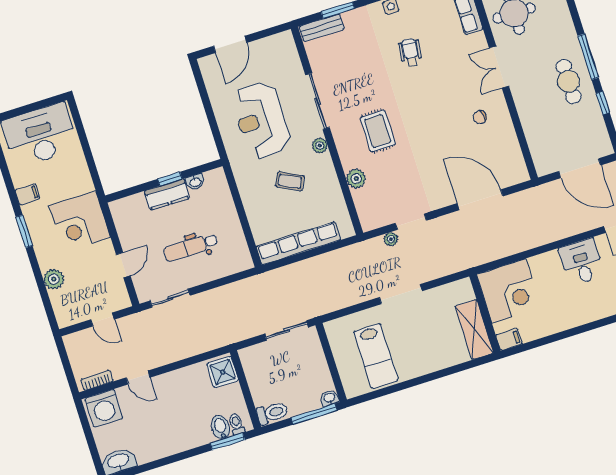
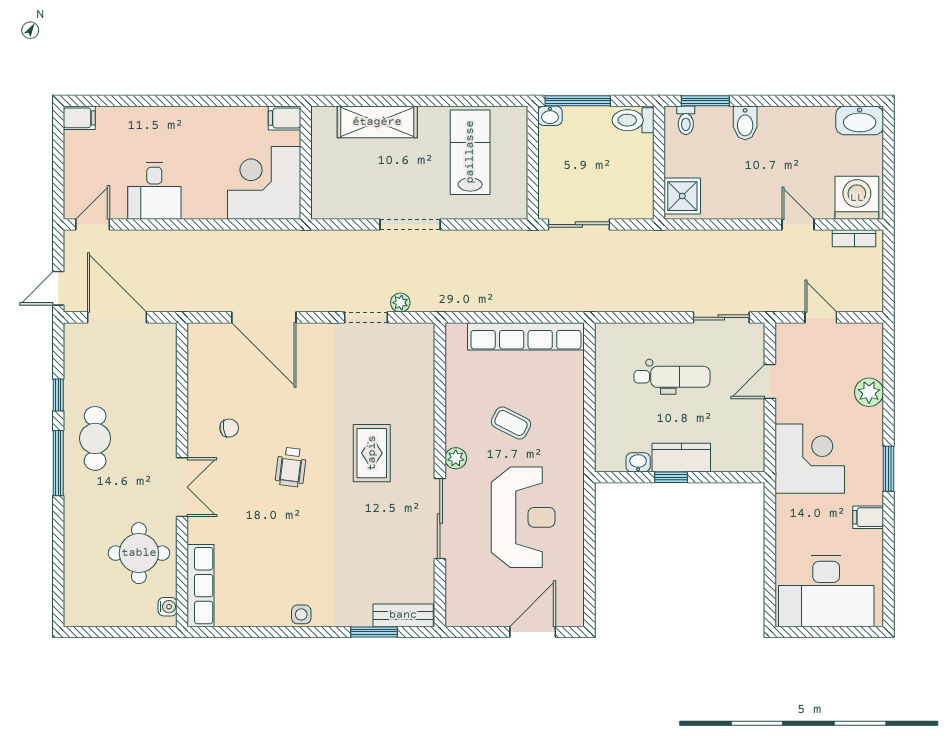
wheelchair: (410, 53) -> (291, 467), moved
plant: (356, 179) -> (421, 399), removed
shelving: (474, 330) -> (377, 122), moved, turned 90
bidet: (221, 427) -> (745, 123), moved

